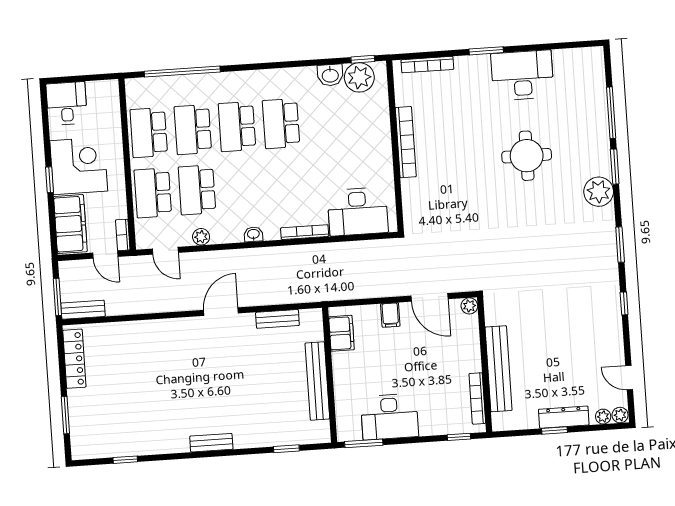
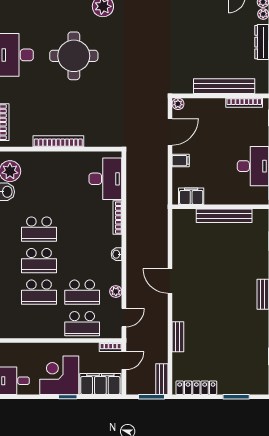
school desk: (149, 133) -> (39, 324), removed
round table: (527, 156) -> (74, 56), width x1.36, depth x1.36
bench: (277, 319) -> (178, 337), moved

